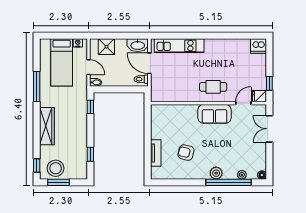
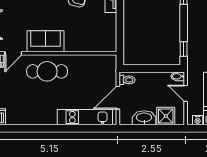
washbasin: (138, 45) -> (144, 118), moved
door: (149, 63) -> (118, 98), swing flipped
cafe table: (213, 87) -> (47, 71), width x1.37, depth x1.35

